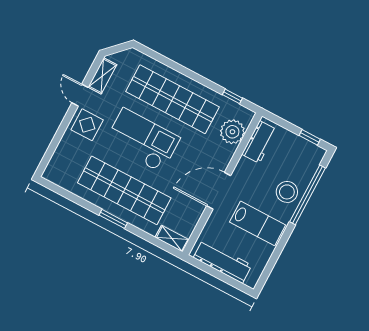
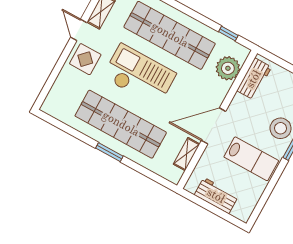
shelving: (172, 239) -> (187, 154), moved, turned 90
workbench: (223, 261) -> (216, 196), width x0.73

